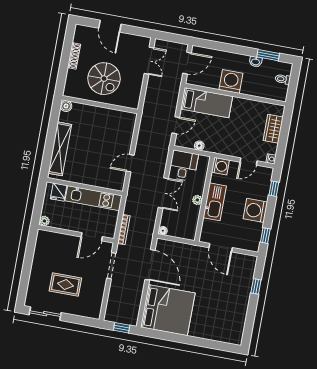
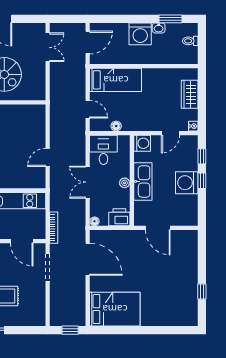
washing machine: (231, 81) -> (140, 34), moved, turned 180
door: (176, 125) -> (88, 109), hinge flipped
double door: (163, 193) -> (88, 182), swing flipped
printer: (187, 231) -> (119, 217), added
window: (265, 236) -> (202, 181), moved
door: (92, 237) -> (22, 241), hinge flipped
window: (256, 286) -> (202, 292), moved
bed: (168, 310) -> (115, 309), width x0.73

